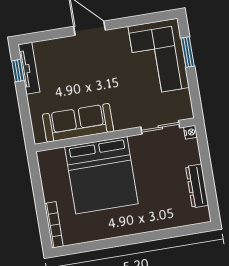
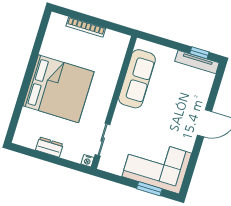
bed: (101, 175) -> (58, 89), moved, turned 180
dresser: (197, 186) -> (49, 147), width x0.70
bookcase: (54, 225) -> (86, 27), moved

